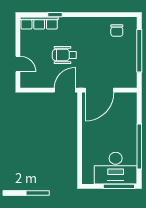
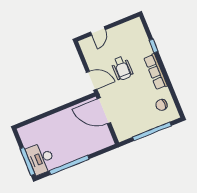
row of seats: (39, 23) -> (156, 72), moved
wheelchair: (64, 55) -> (122, 68), turned 180
desk: (116, 168) -> (41, 158), width x0.73, depth x0.77

